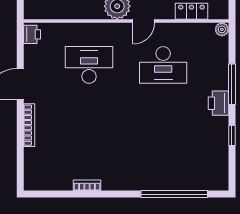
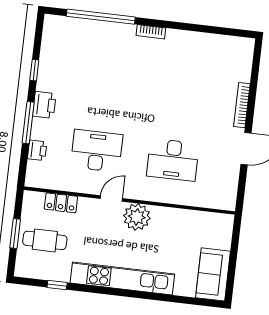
plant: (222, 29) -> (32, 180), removed
printer: (32, 34) -> (37, 150), moved, turned 180
bookcase: (87, 185) -> (151, 32), moved

